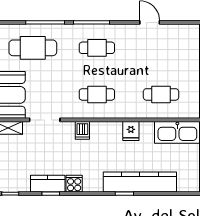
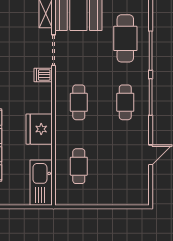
dishwasher: (82, 130) -> (43, 75), moved
fridge: (131, 131) -> (39, 129), width x1.88, depth x1.34

